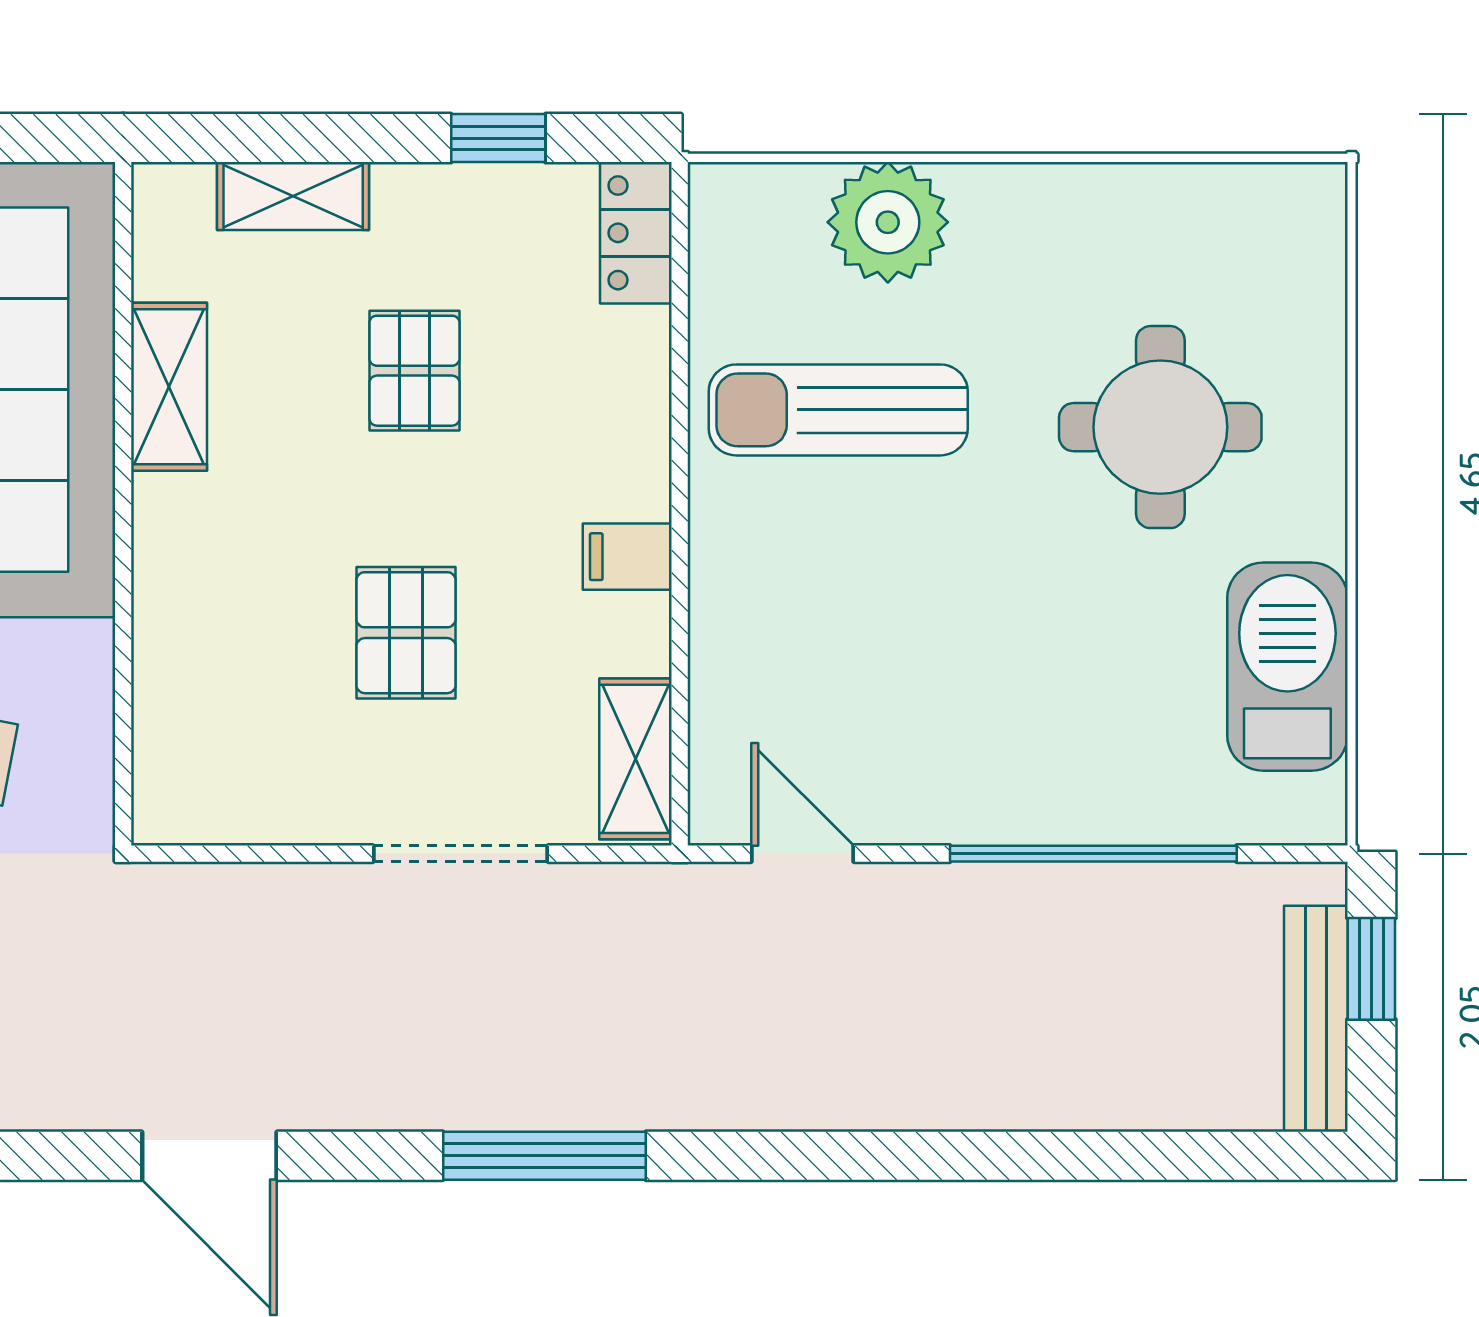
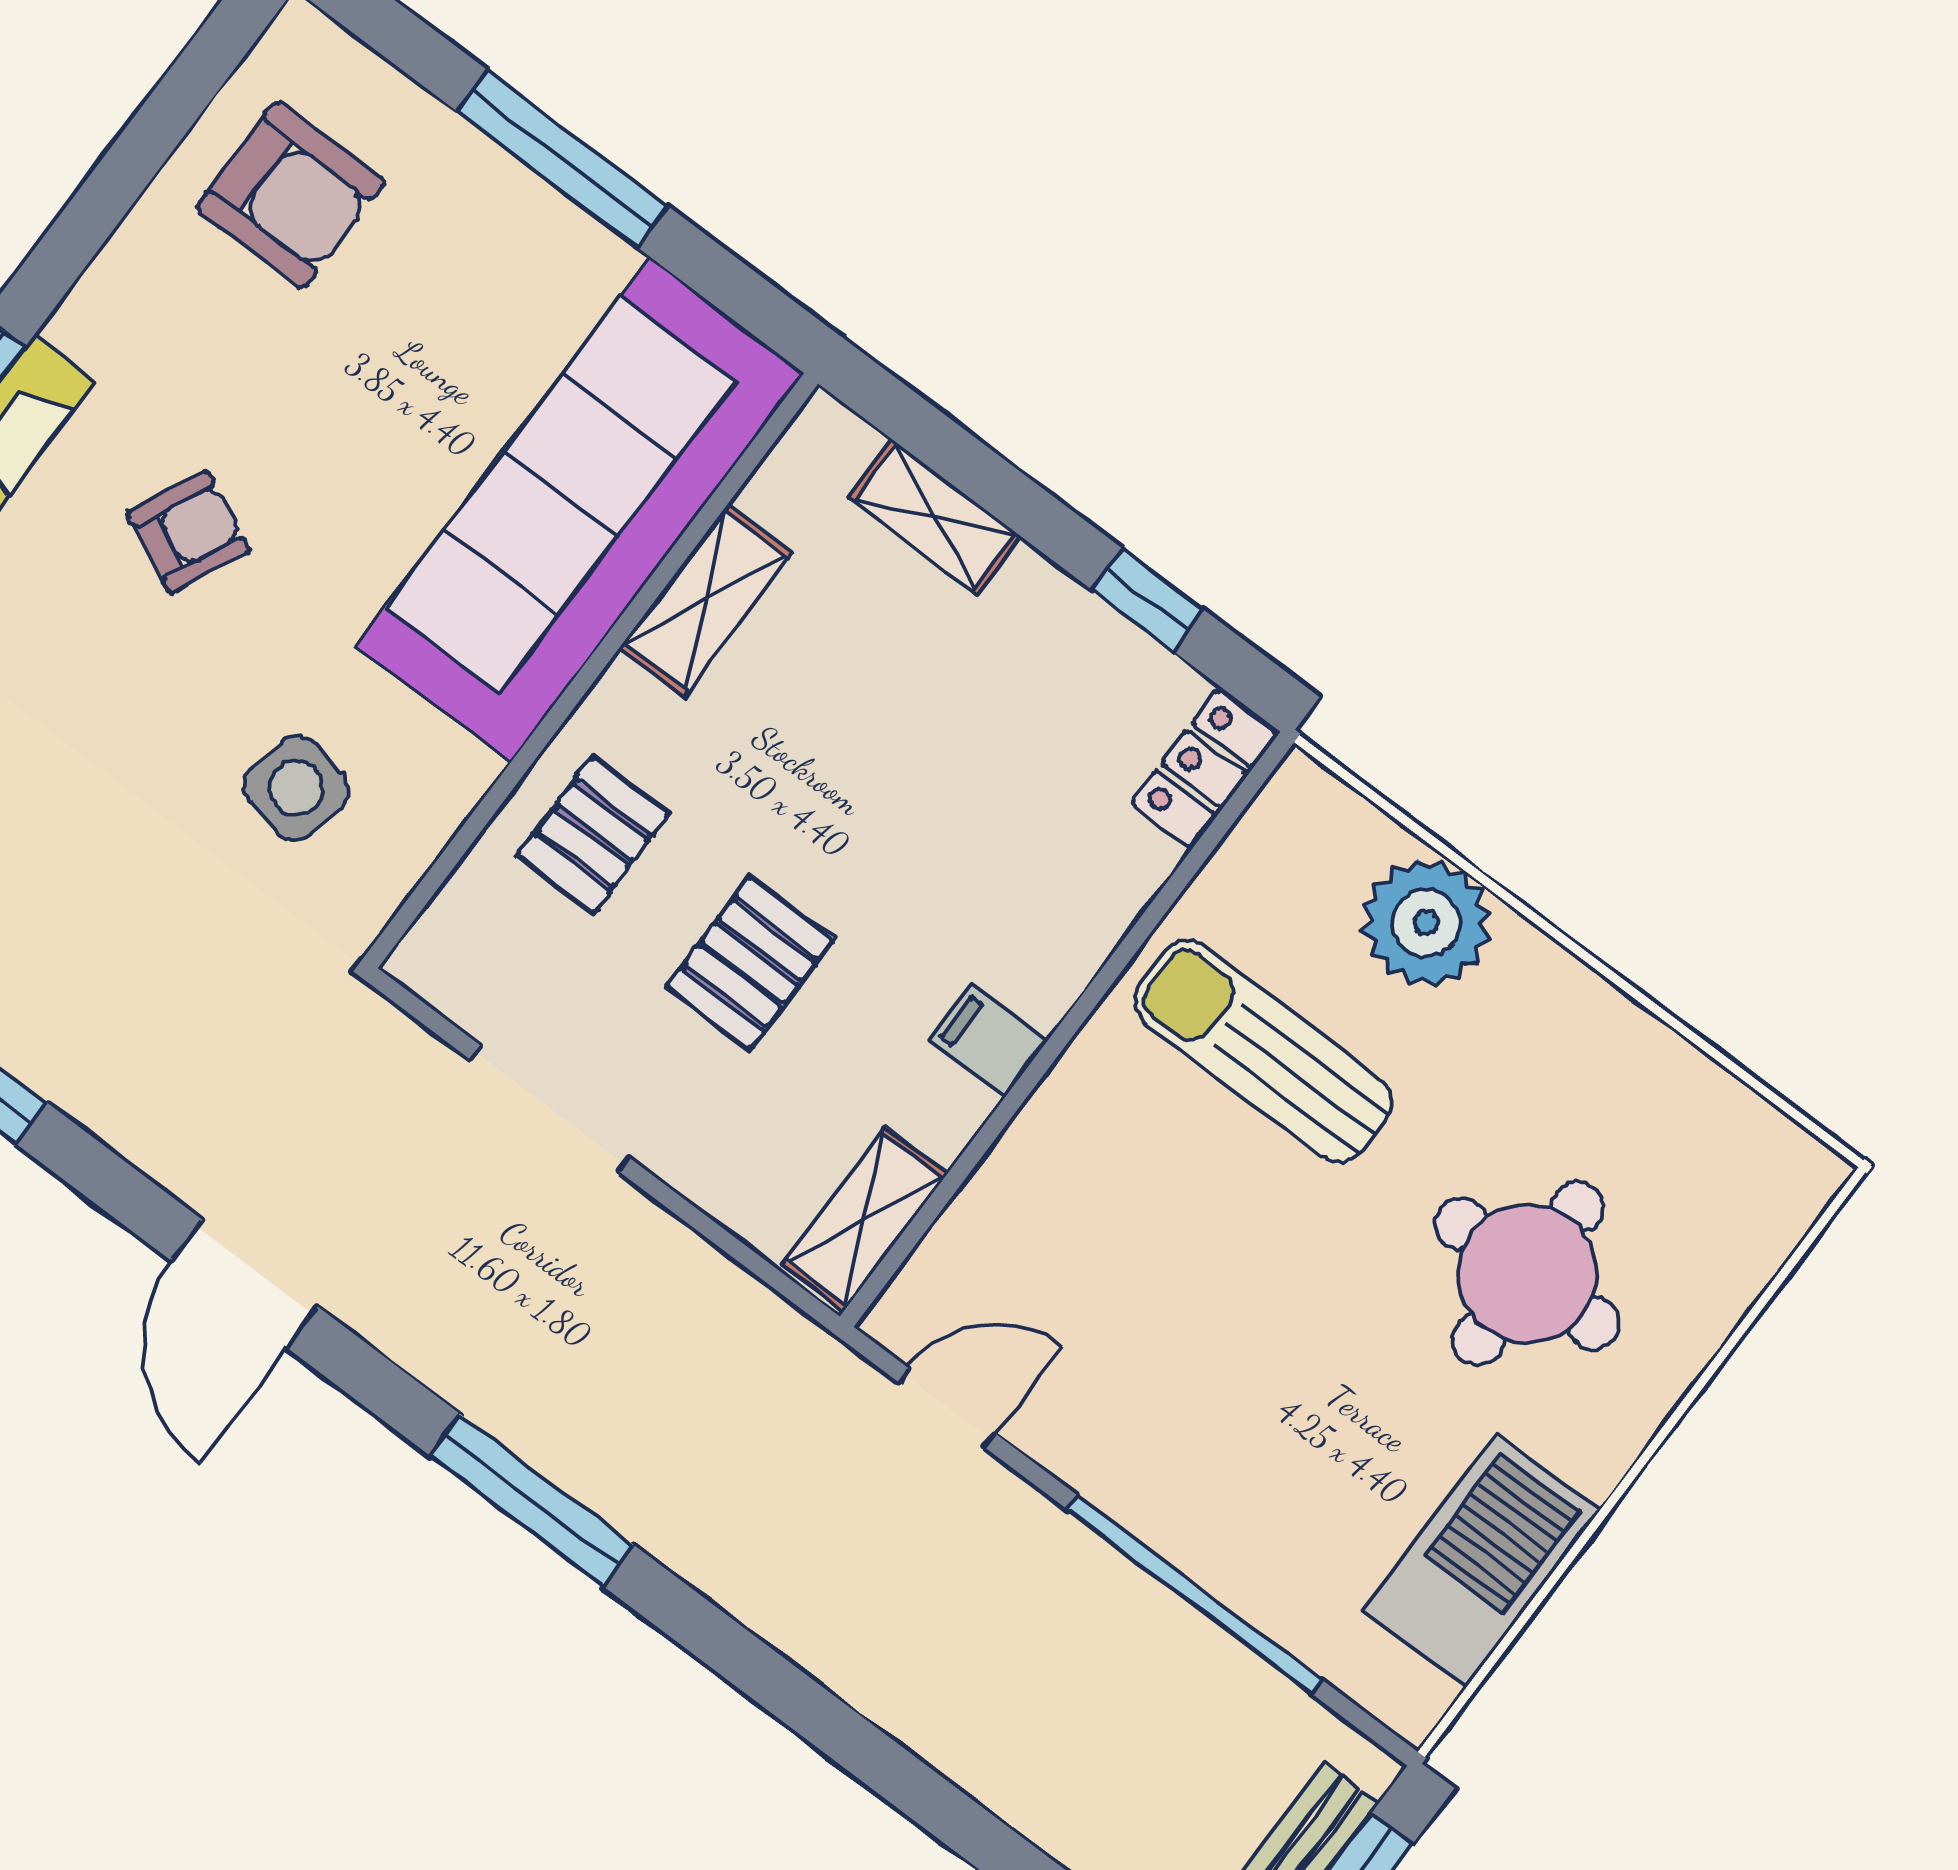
pallet: (414, 371) -> (593, 835), moved
doorway: (460, 854) -> (550, 1109), moved
door: (803, 854) -> (947, 1408), hinge flipped

